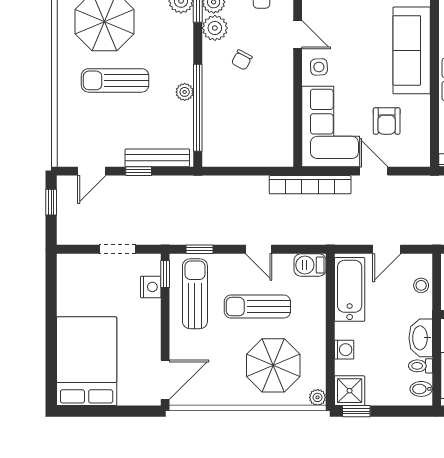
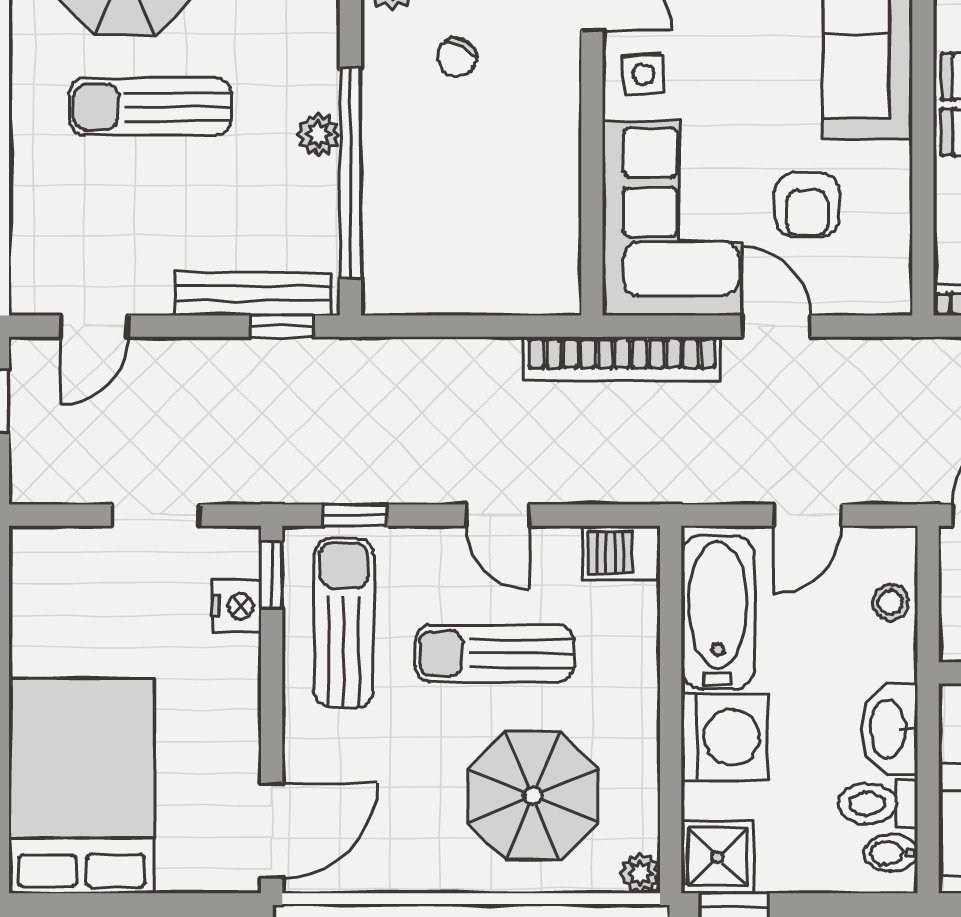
window: (139, 171) -> (282, 326), moved
washing machine: (344, 350) -> (725, 737), width x1.89, depth x1.89
toilet: (420, 366) -> (878, 804), width x1.37, depth x1.39

